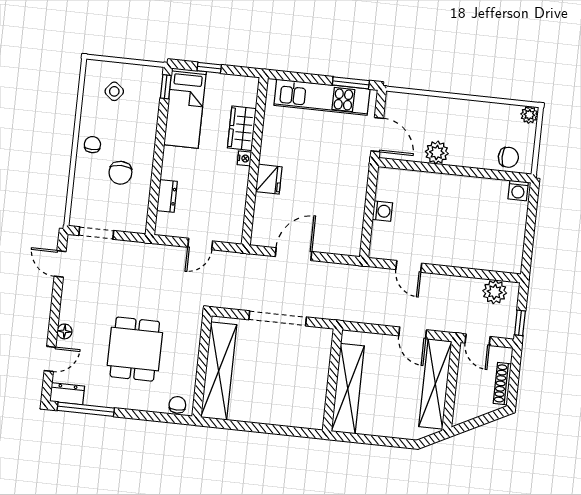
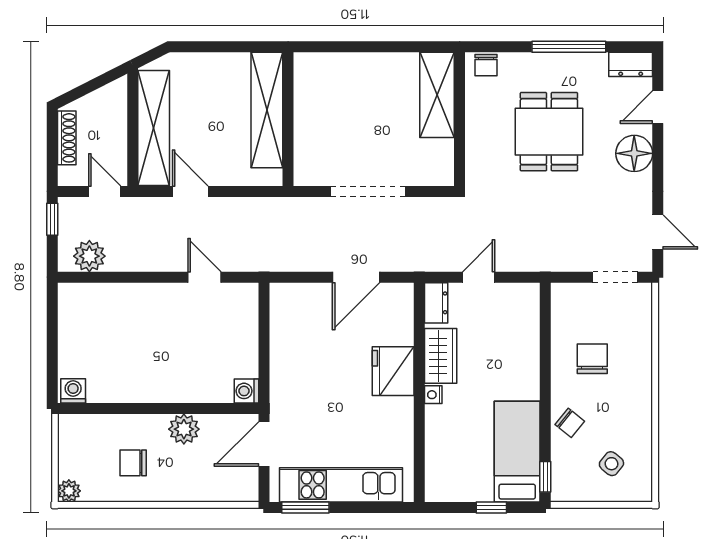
wardrobe: (242, 128) -> (441, 356), moved
door: (377, 135) -> (264, 444), hinge flipped
chair: (92, 145) -> (570, 423), moved, turned -51
chair: (508, 157) -> (133, 463), moved
fridge: (269, 179) -> (393, 371), width x1.36, depth x1.34
dresser: (167, 196) -> (436, 303), moved, turned 180
washing machine: (382, 211) -> (246, 391), moved
floor lamp: (65, 331) -> (634, 153), width x1.89, depth x1.89
shelving: (219, 371) -> (437, 95), width x0.68
window: (86, 409) -> (569, 47), moved

